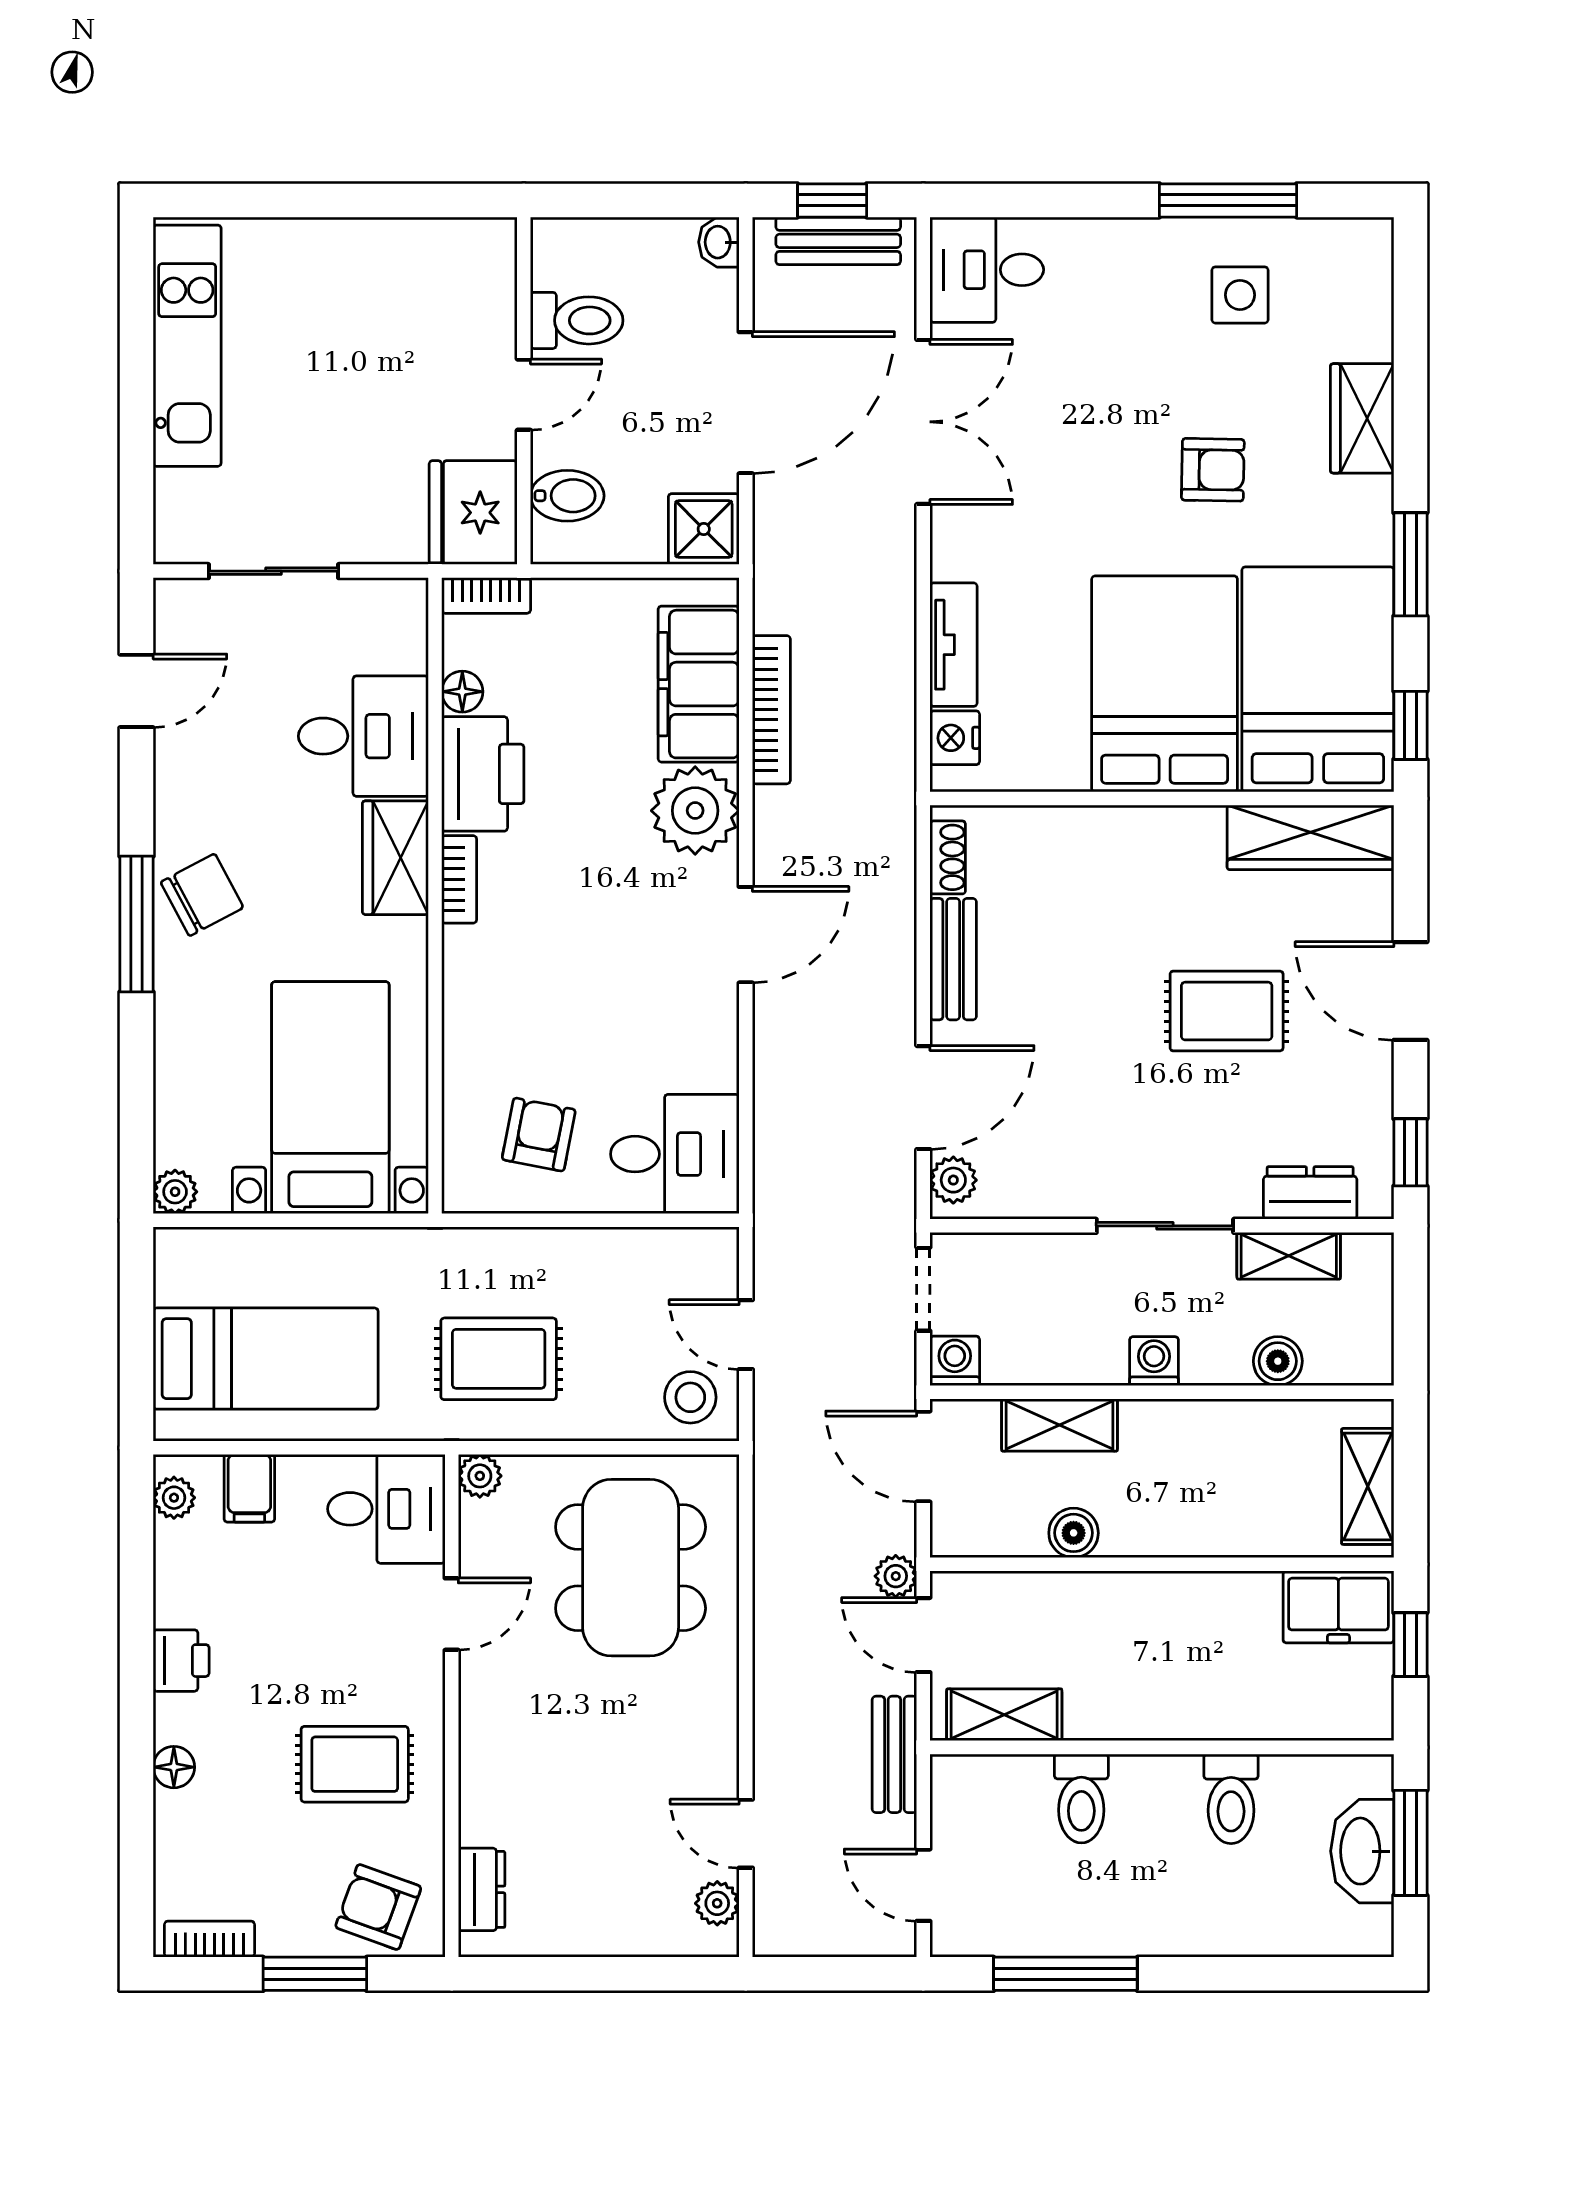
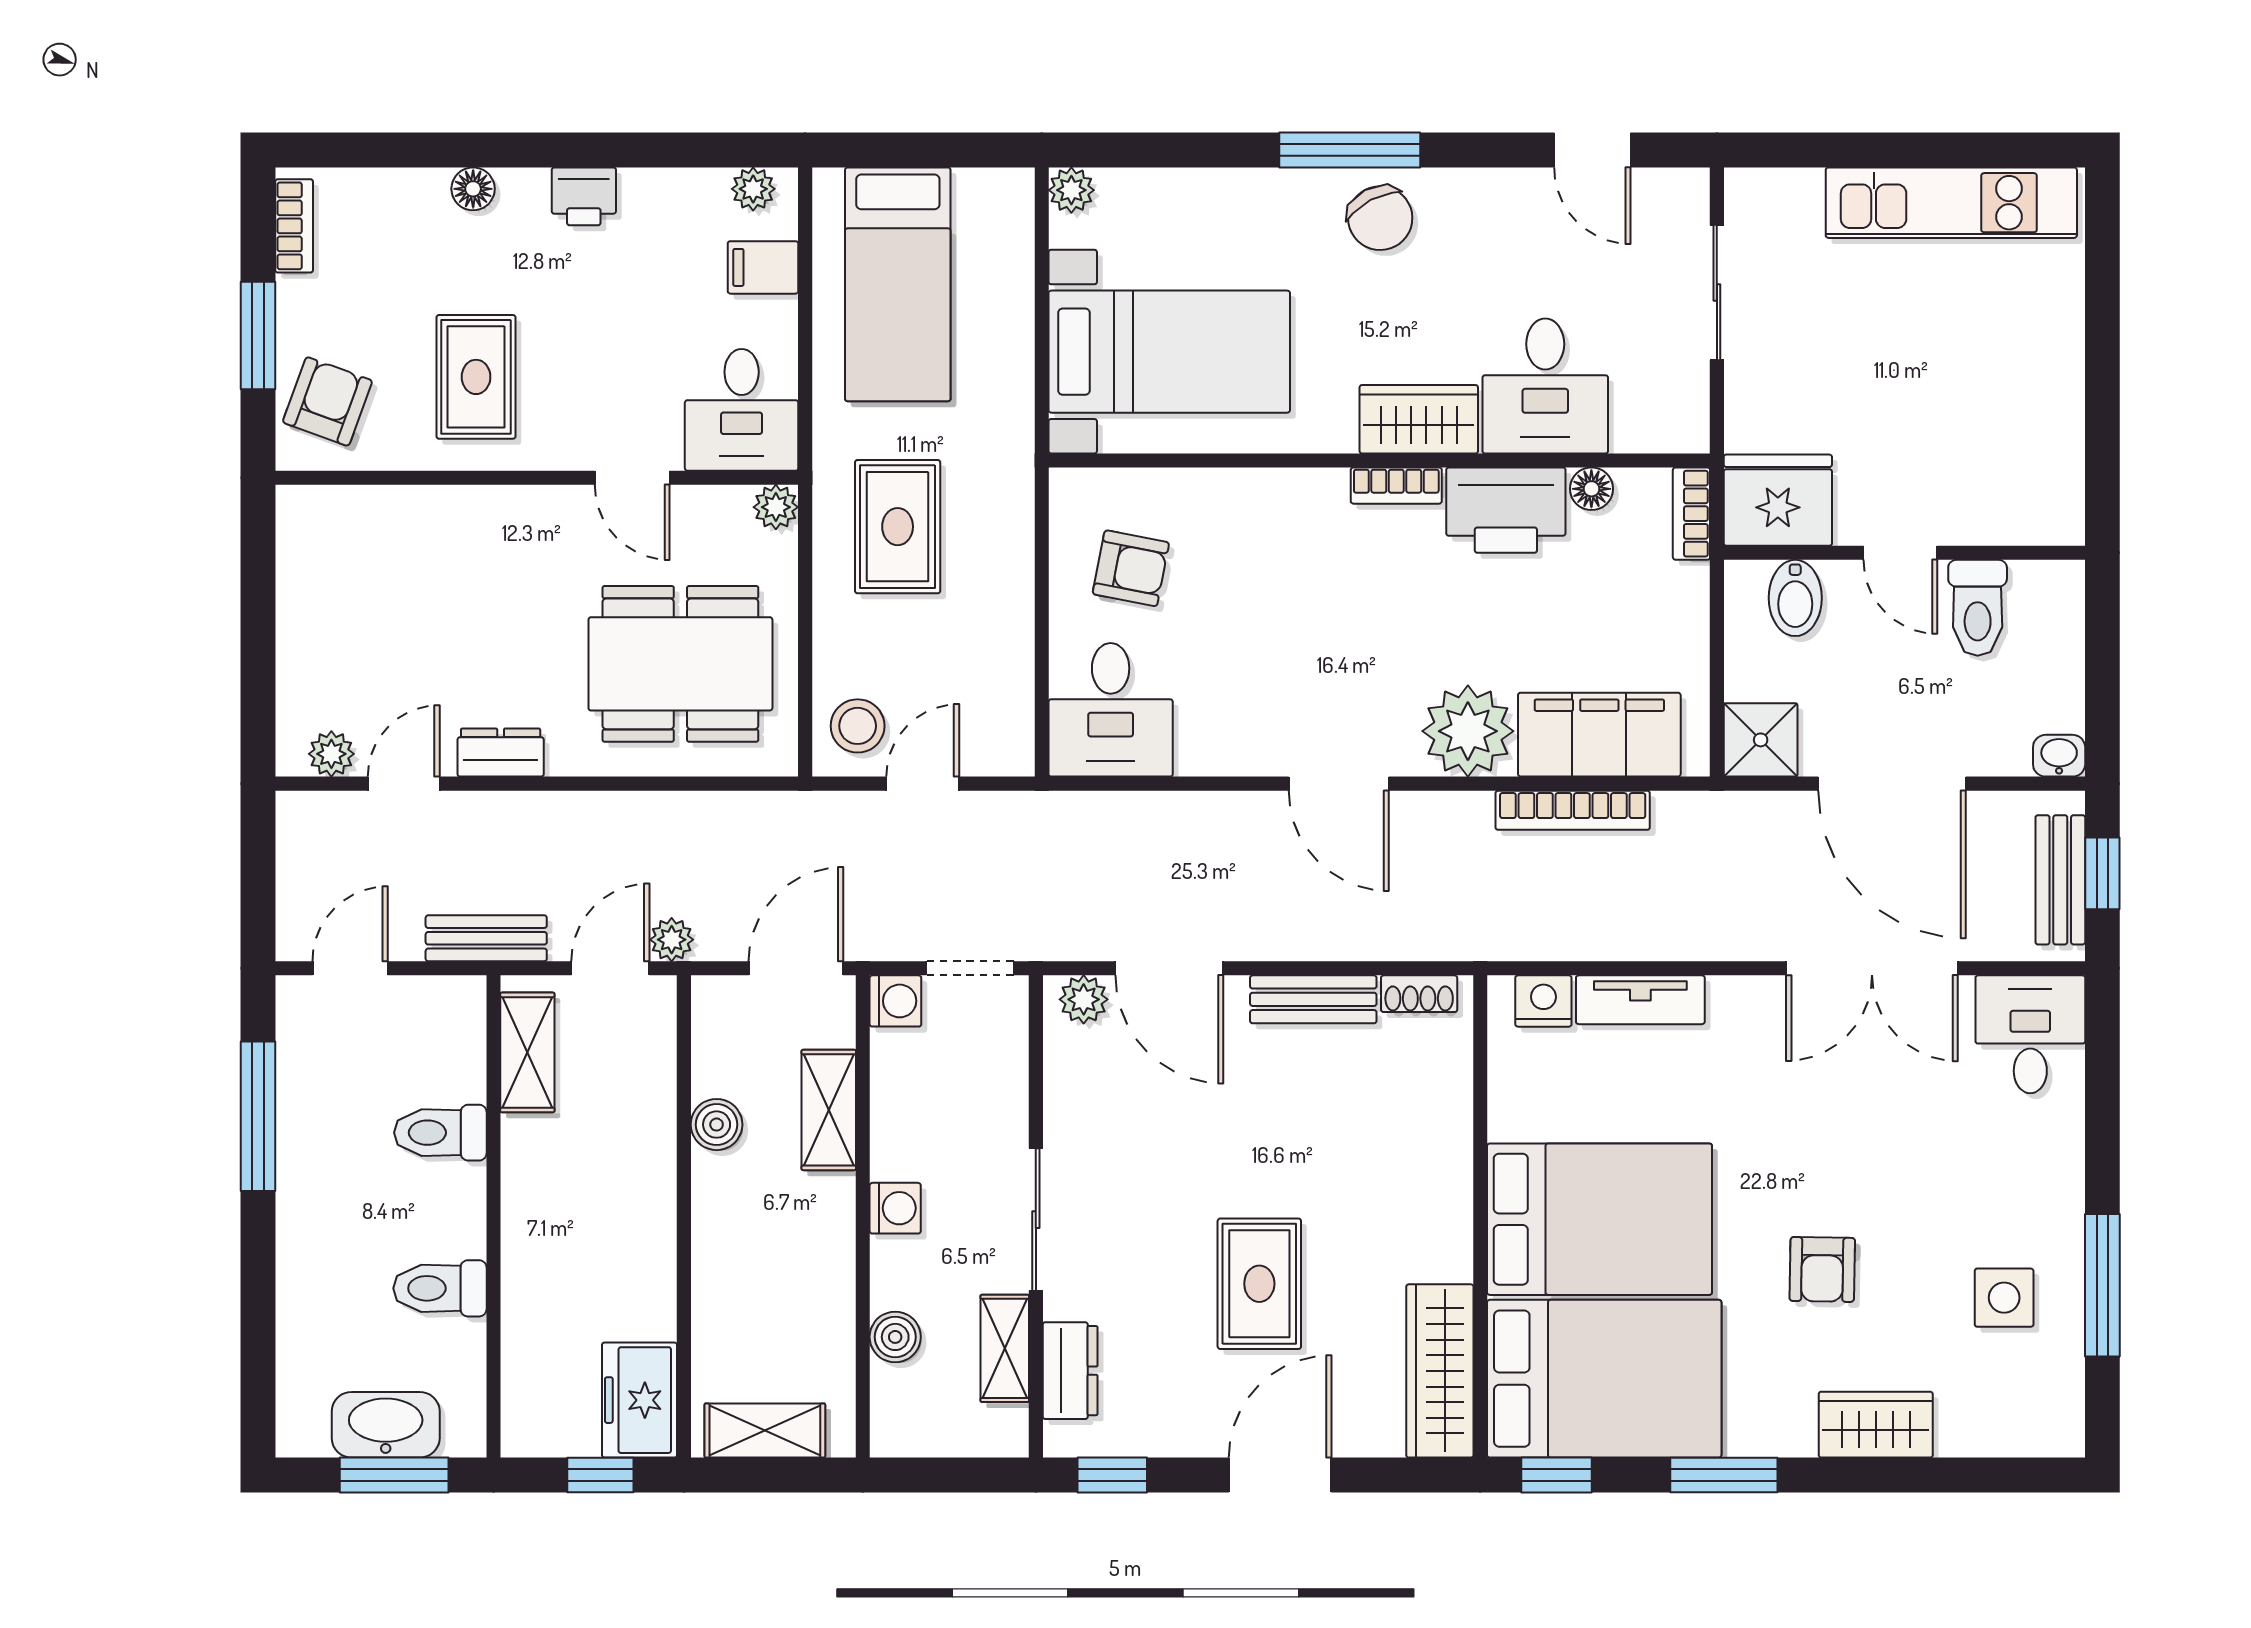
dresser: (482, 1889) -> (501, 753), moved, turned 180

